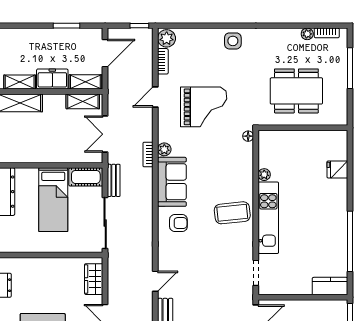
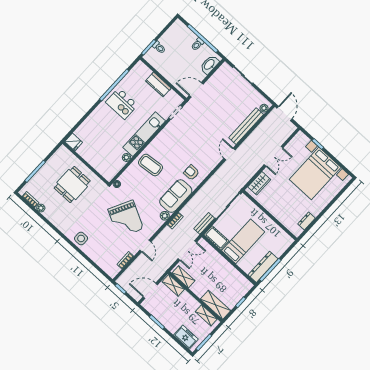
plant: (167, 38) -> (113, 270), removed
freezer: (52, 79) -> (186, 337), moved, turned 180
dining table: (296, 91) -> (72, 185), width x0.73
door: (155, 97) -> (145, 246), hinge flipped
grand piano: (204, 107) -> (126, 219), turned -153
fridge: (337, 169) -> (74, 142), moved
coffee table: (232, 213) -> (150, 165), moved
kitchen island: (323, 229) -> (122, 104), added
door: (155, 281) -> (230, 154), hinge flipped
kitchen counter: (330, 286) -> (158, 84), moved

